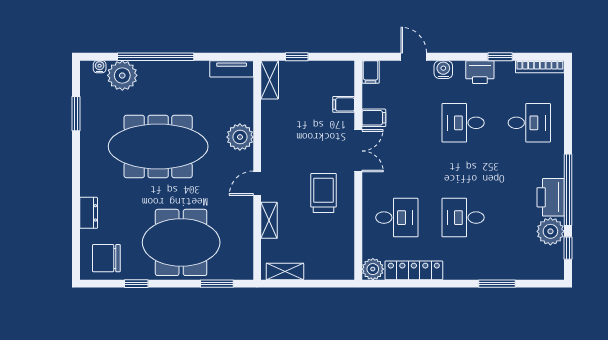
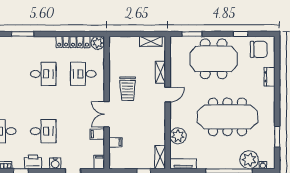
plant: (240, 137) -> (178, 136), moved

